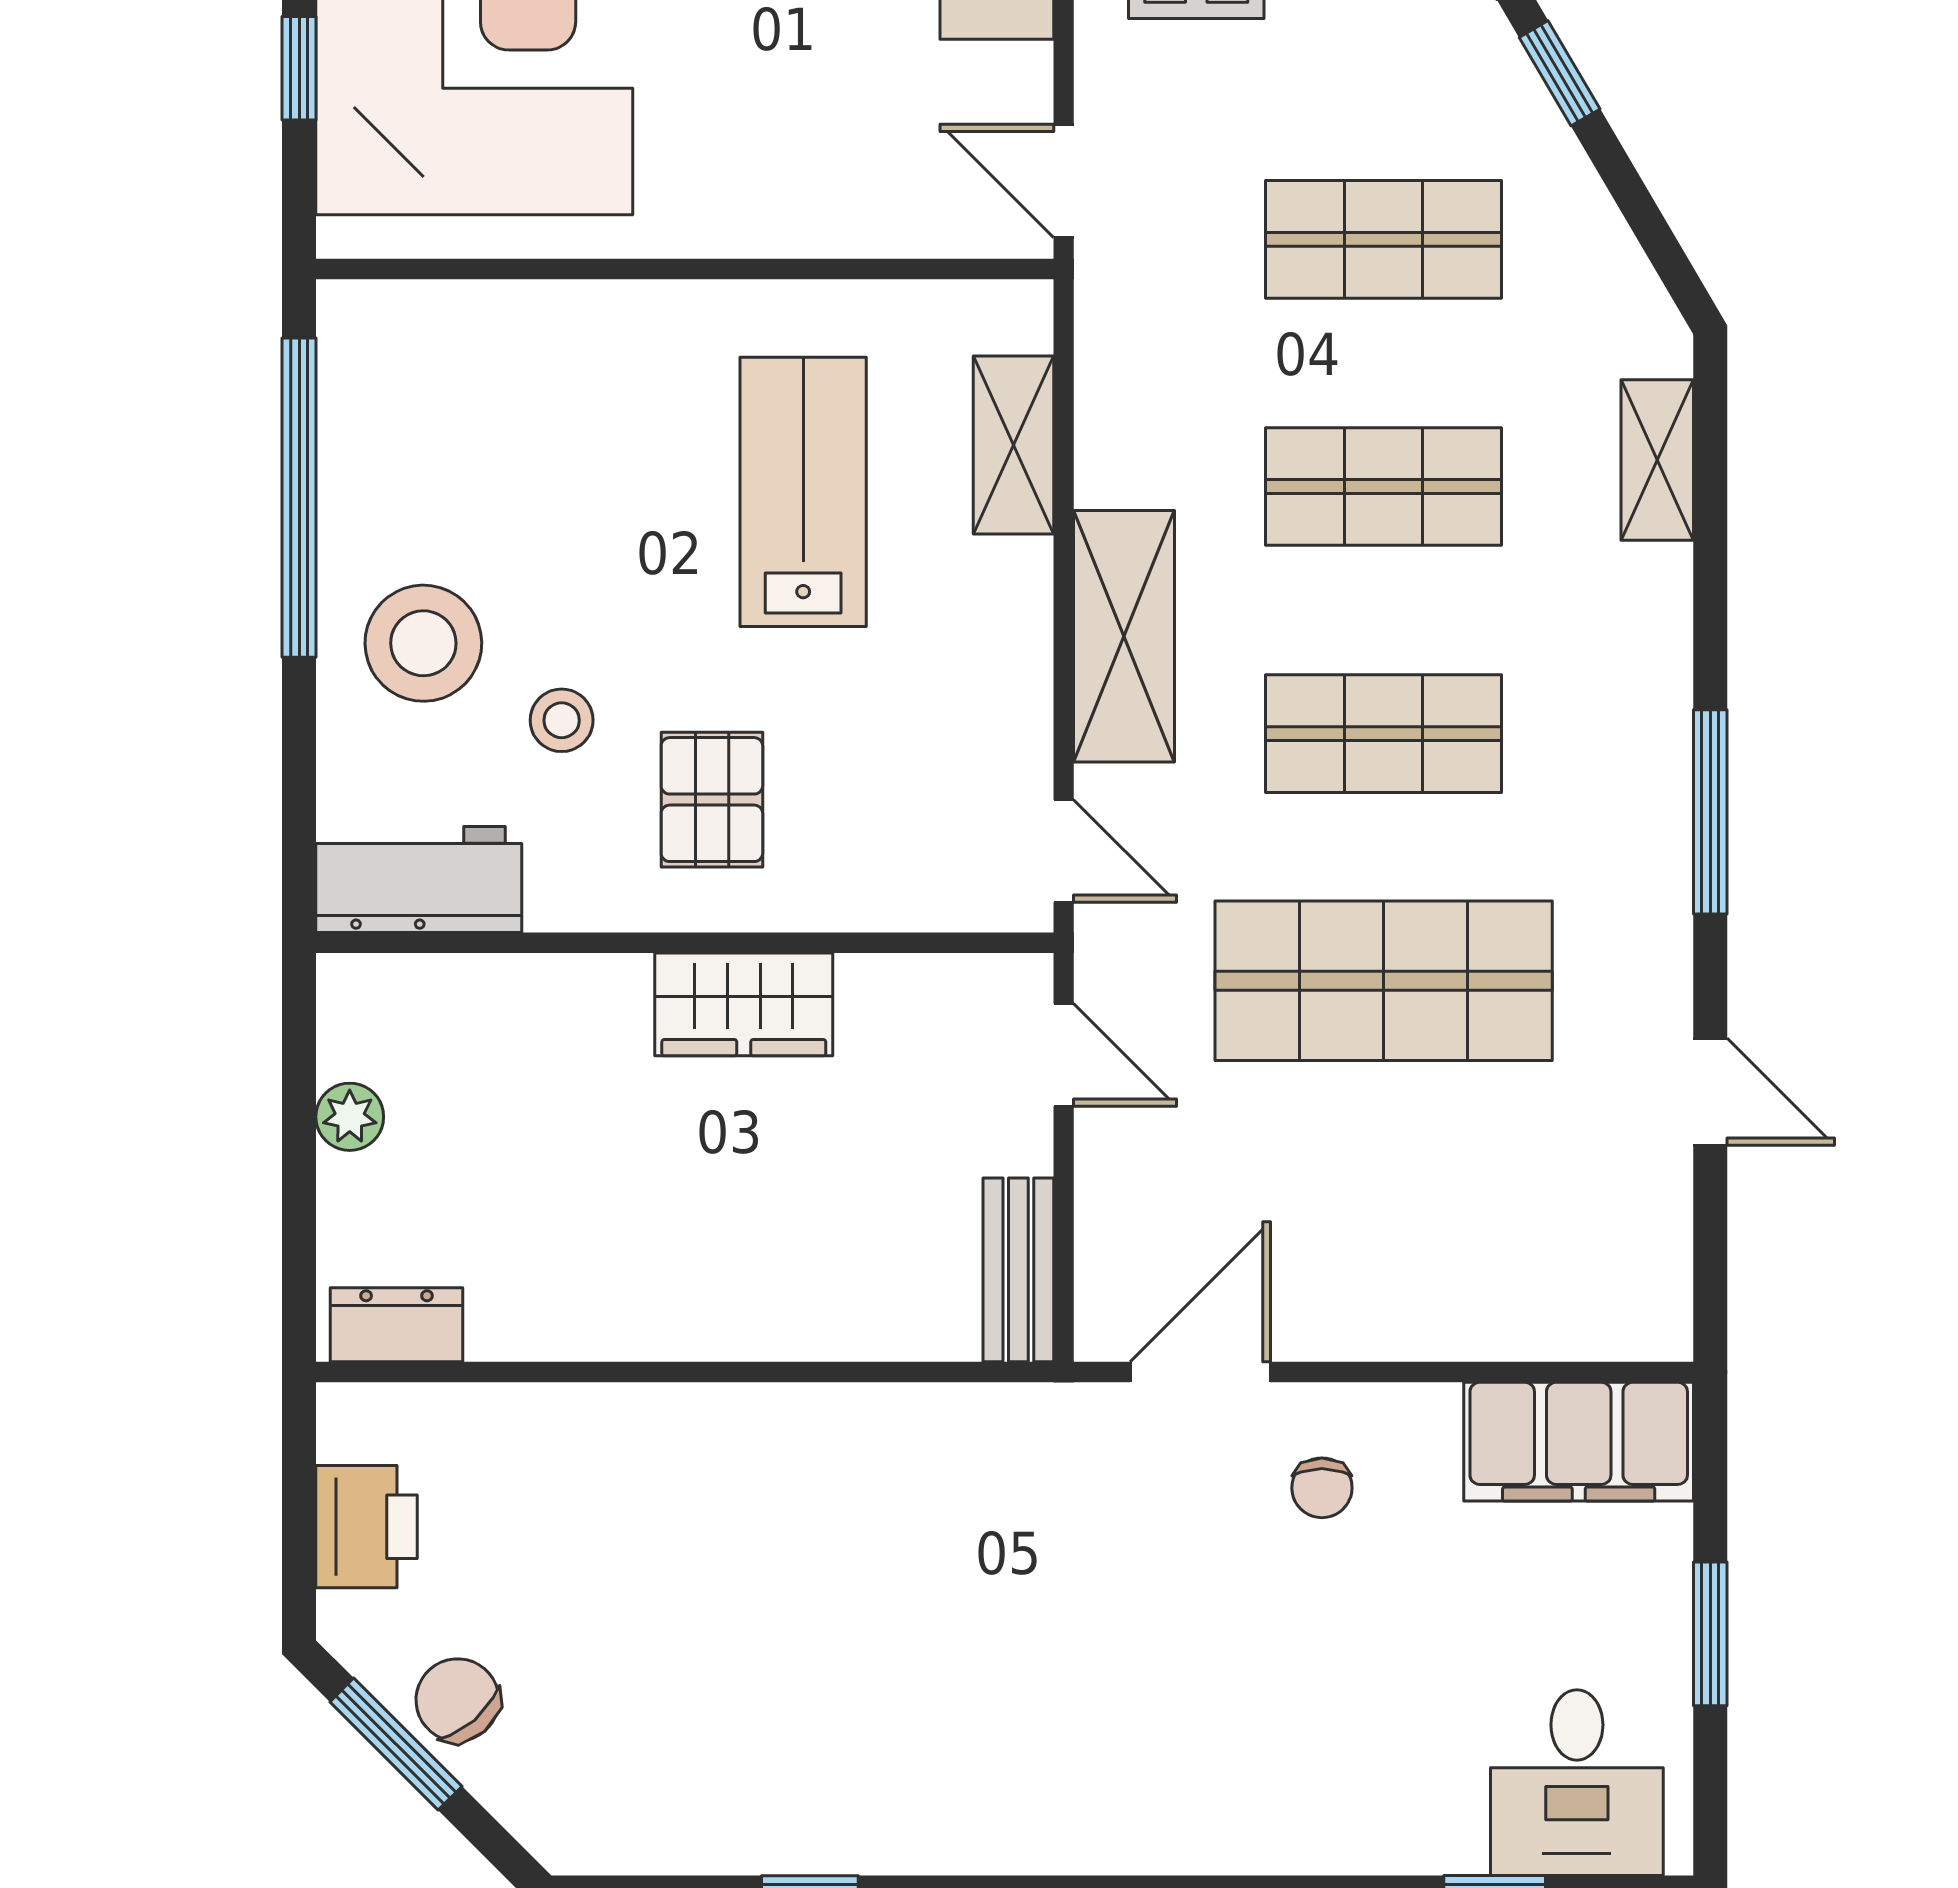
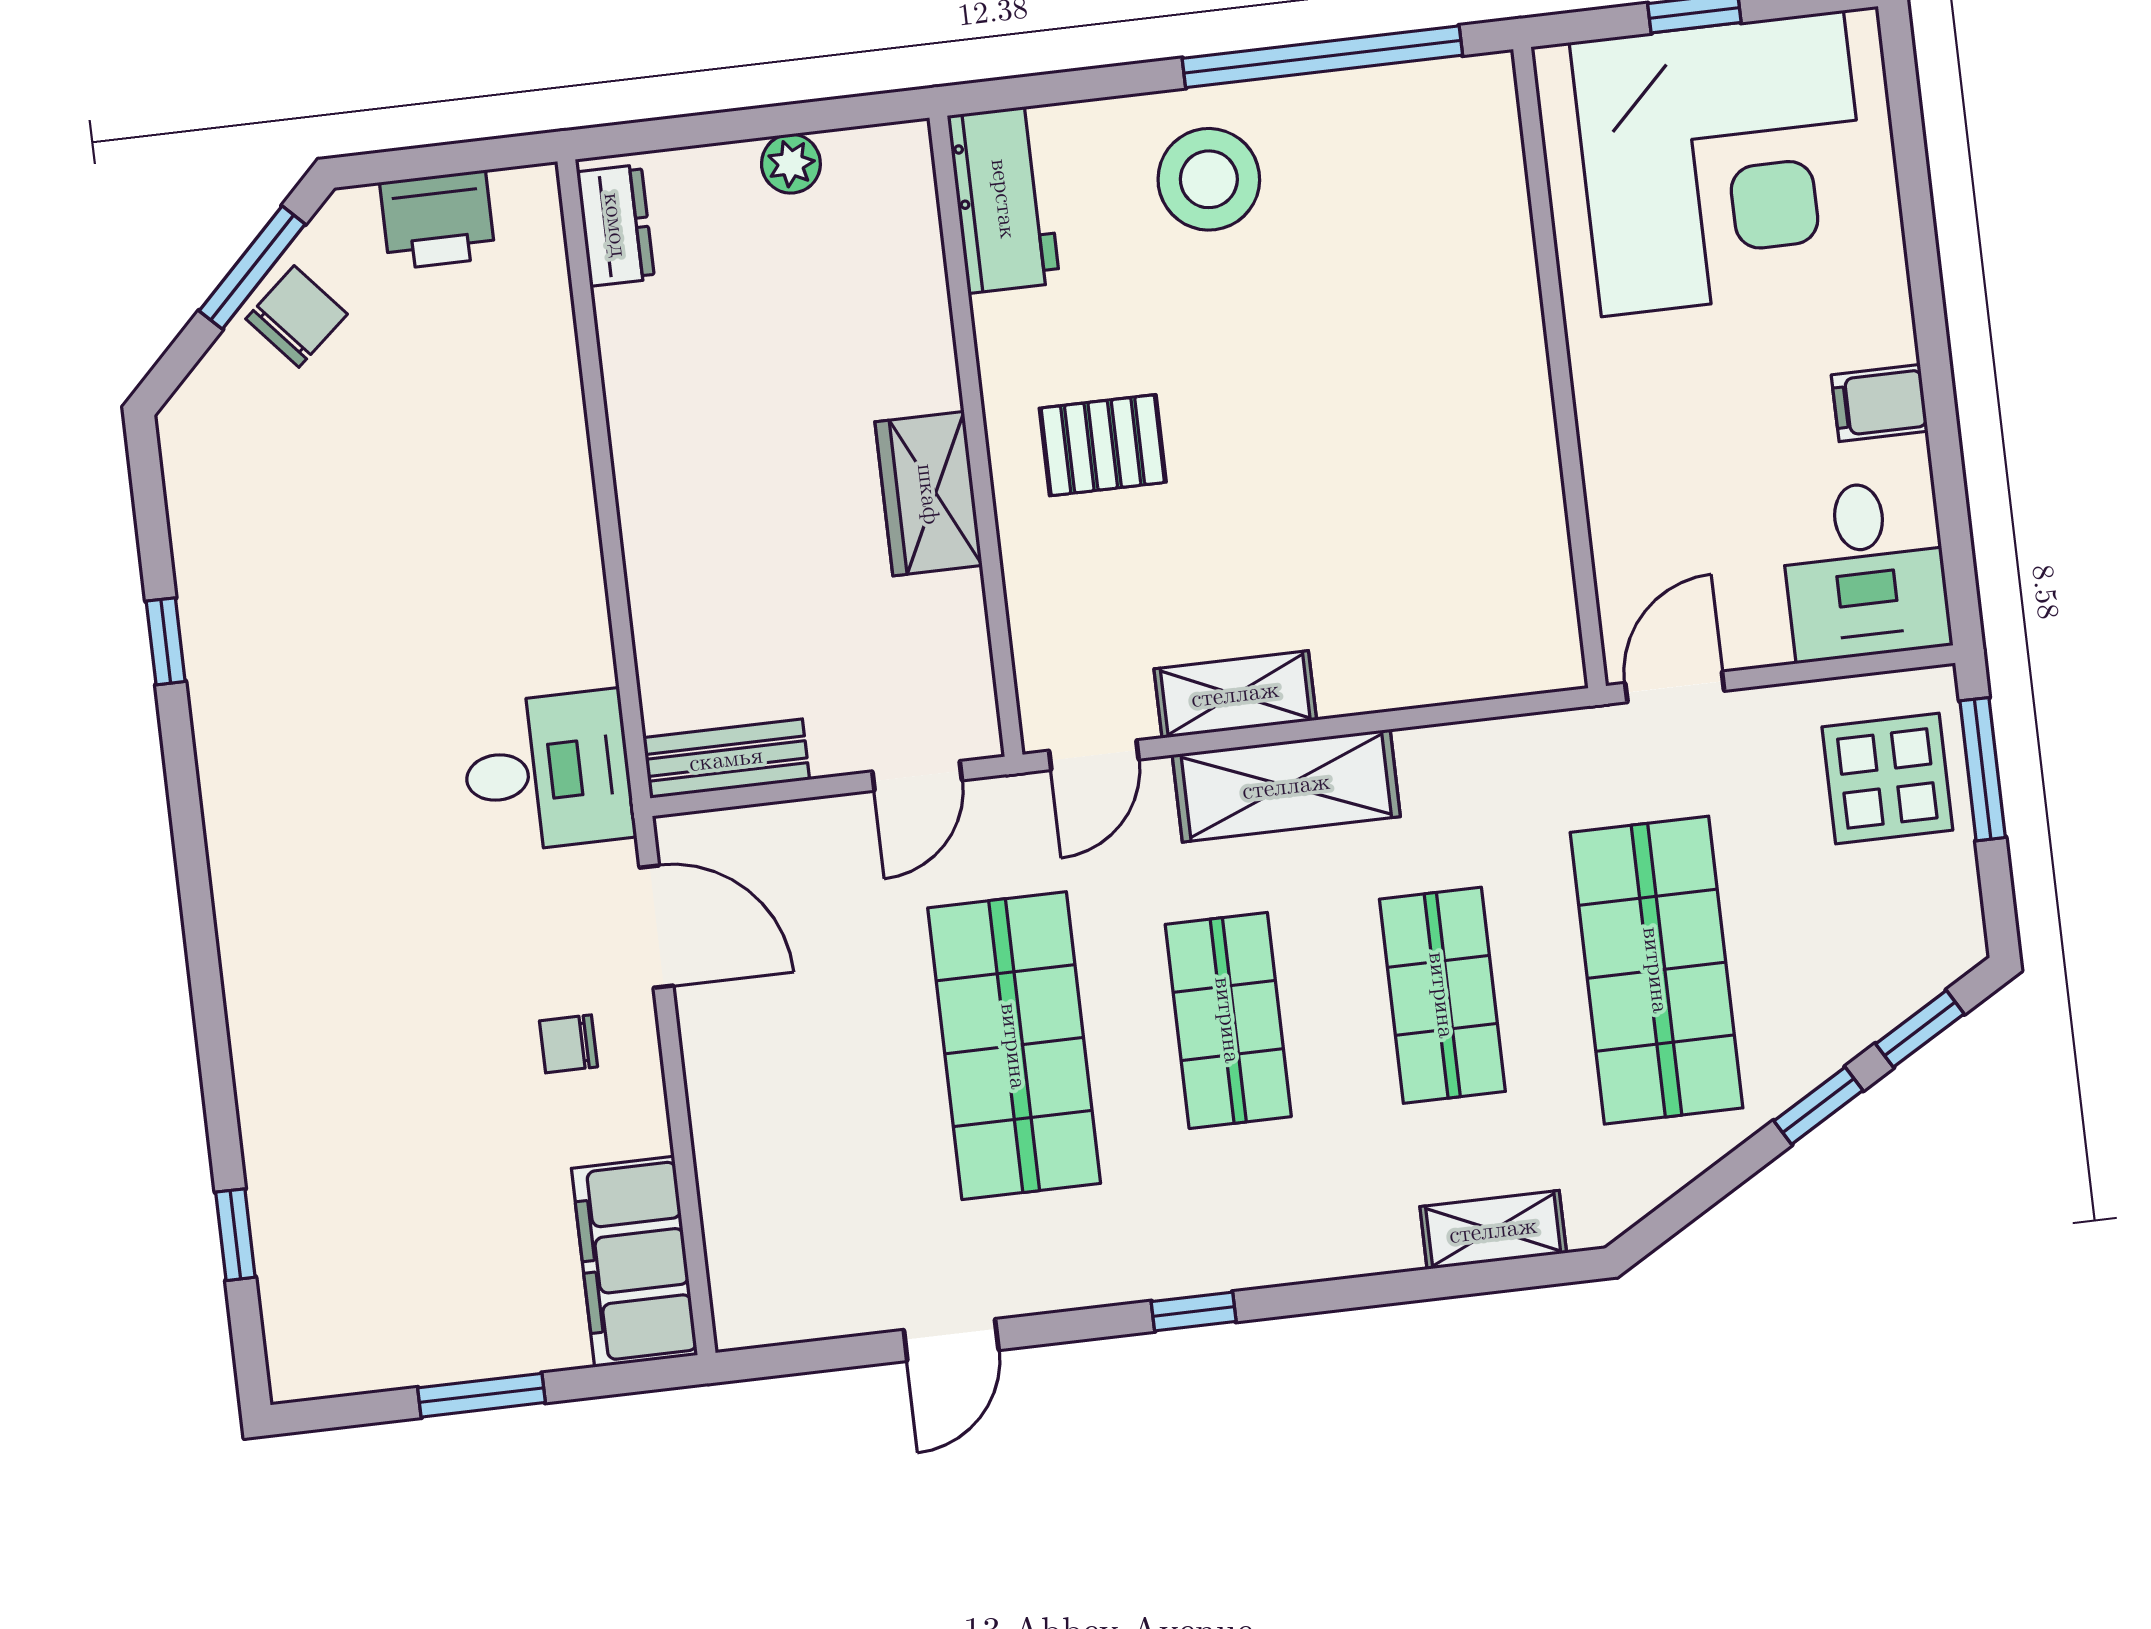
shop shelf: (1384, 239) -> (1656, 970), width x1.43, depth x1.36
shelving: (1013, 445) -> (1235, 694), moved
lab bench: (803, 492) -> (1379, 493), removed
stool: (562, 720) -> (1156, 307), removed
window: (1710, 812) -> (1194, 1312), width x0.46
desk: (1577, 1783) -> (548, 772), moved, turned 180

